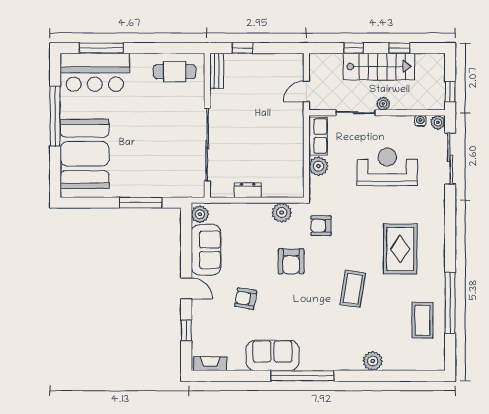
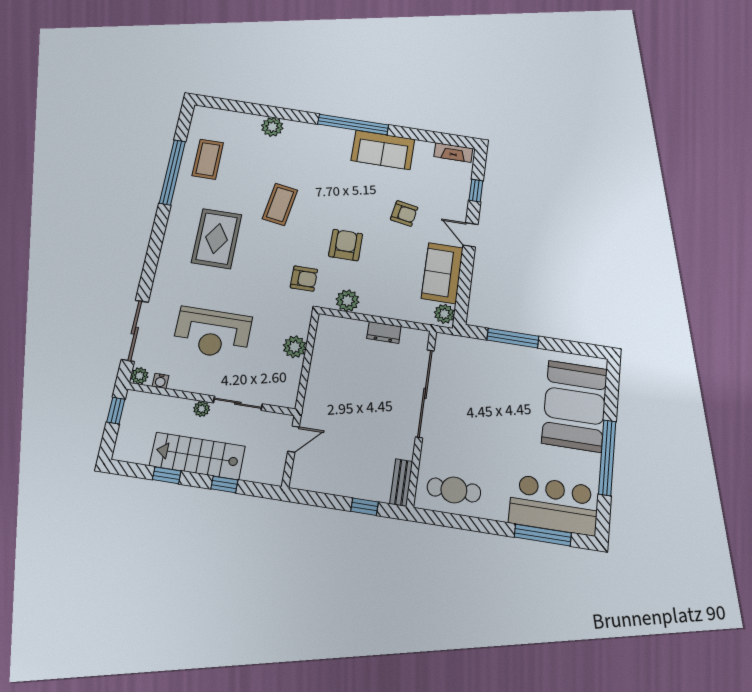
row of seats: (318, 136) -> (289, 383), removed

